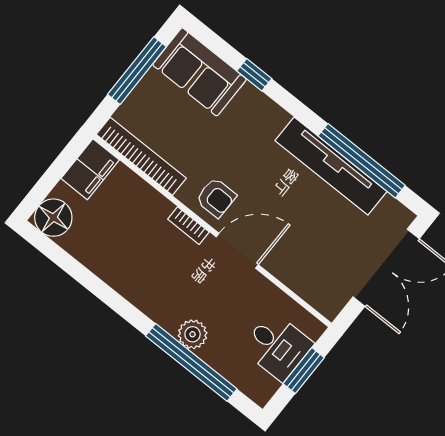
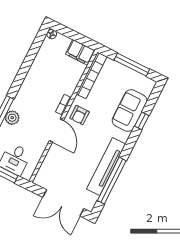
sofa: (199, 72) -> (129, 111), moved
floor lamp: (53, 218) -> (52, 34), width x0.53, depth x0.53

